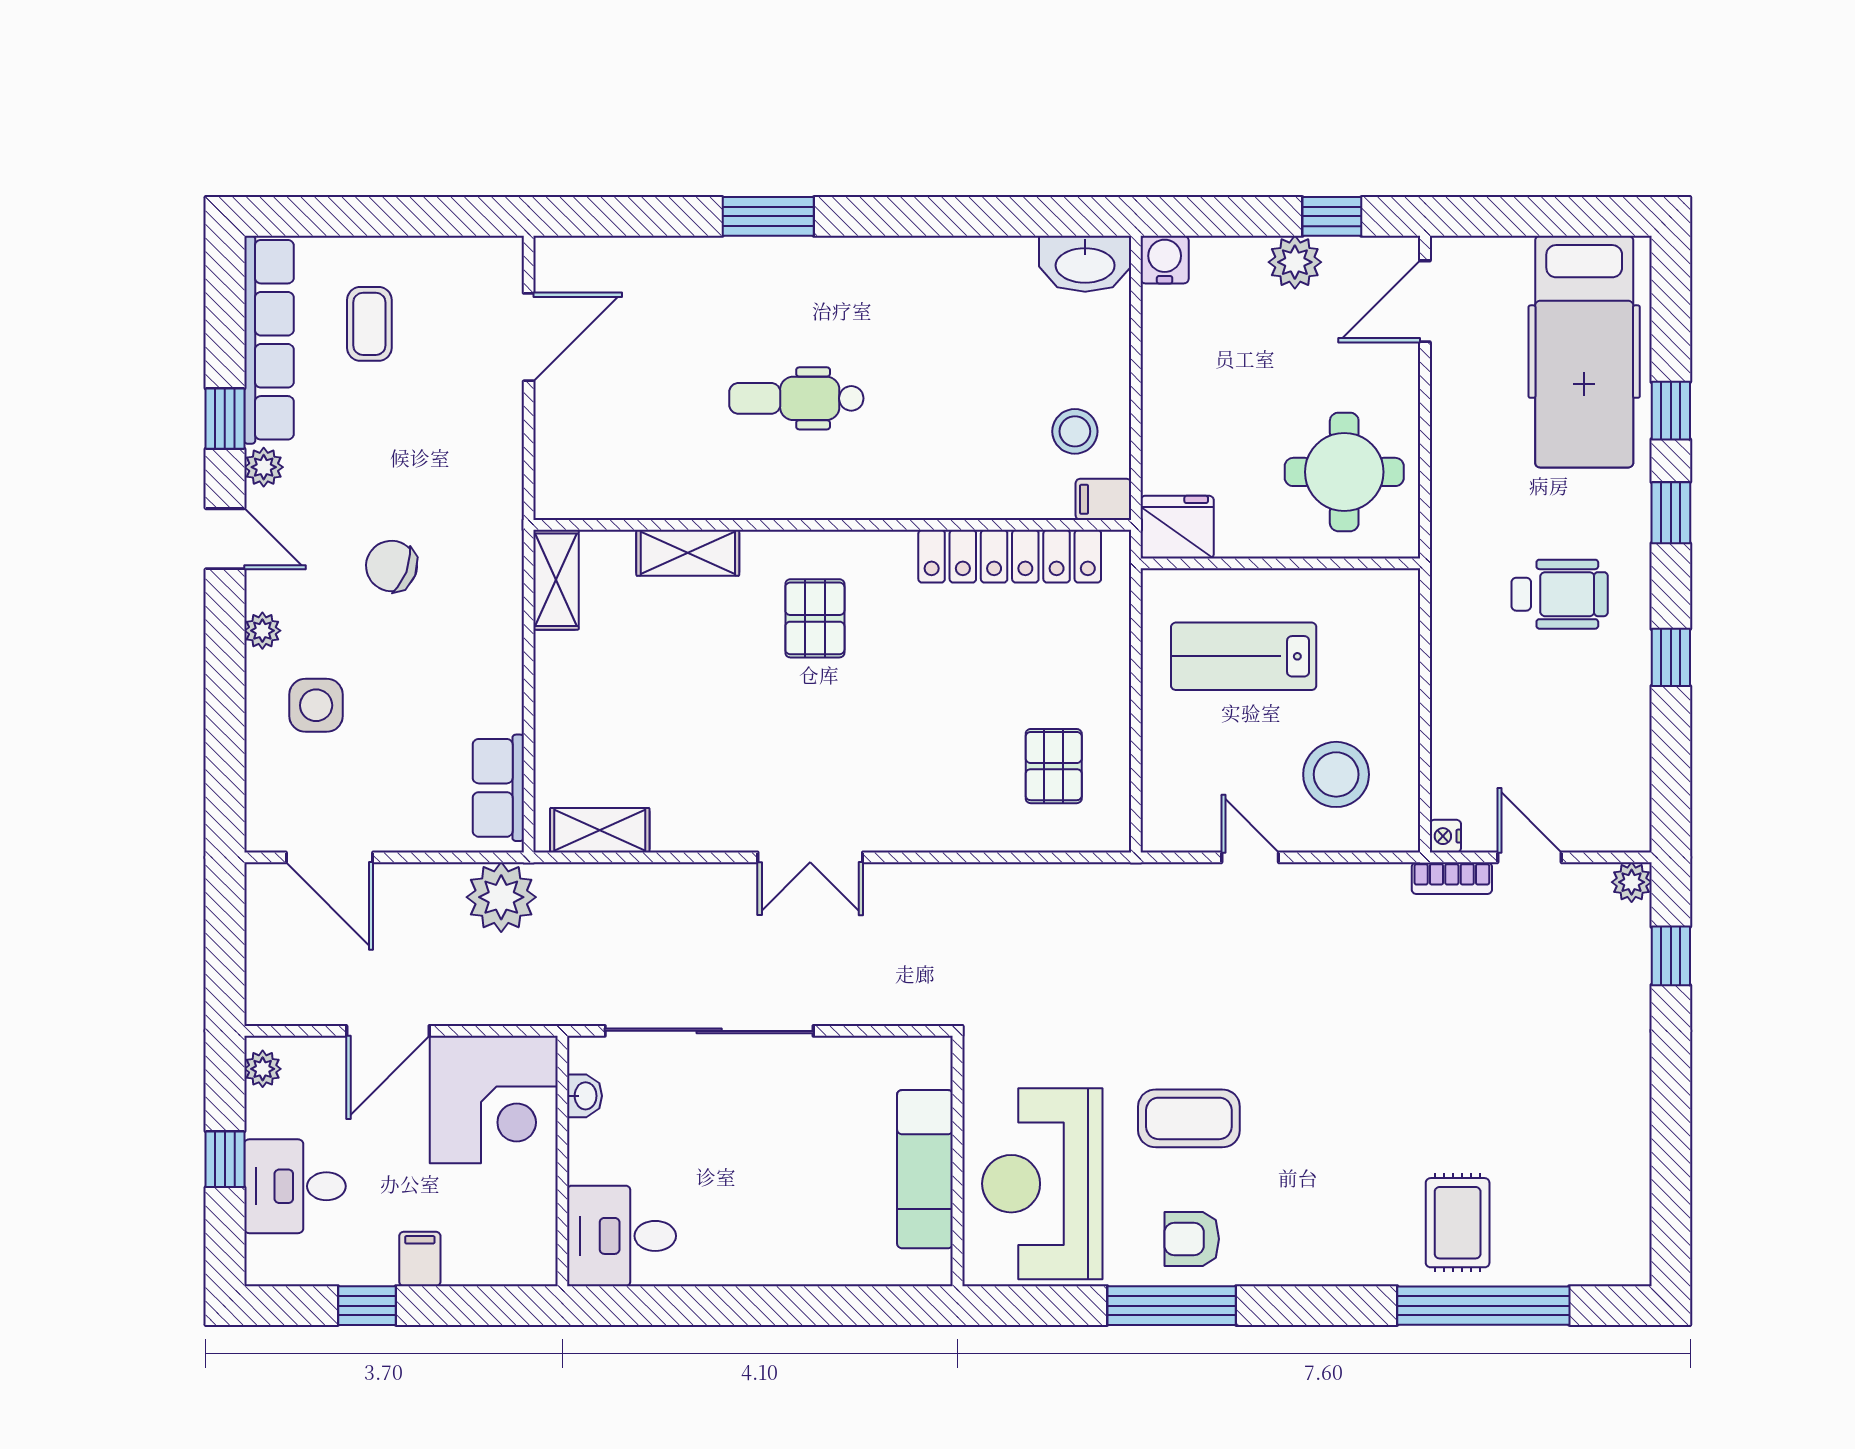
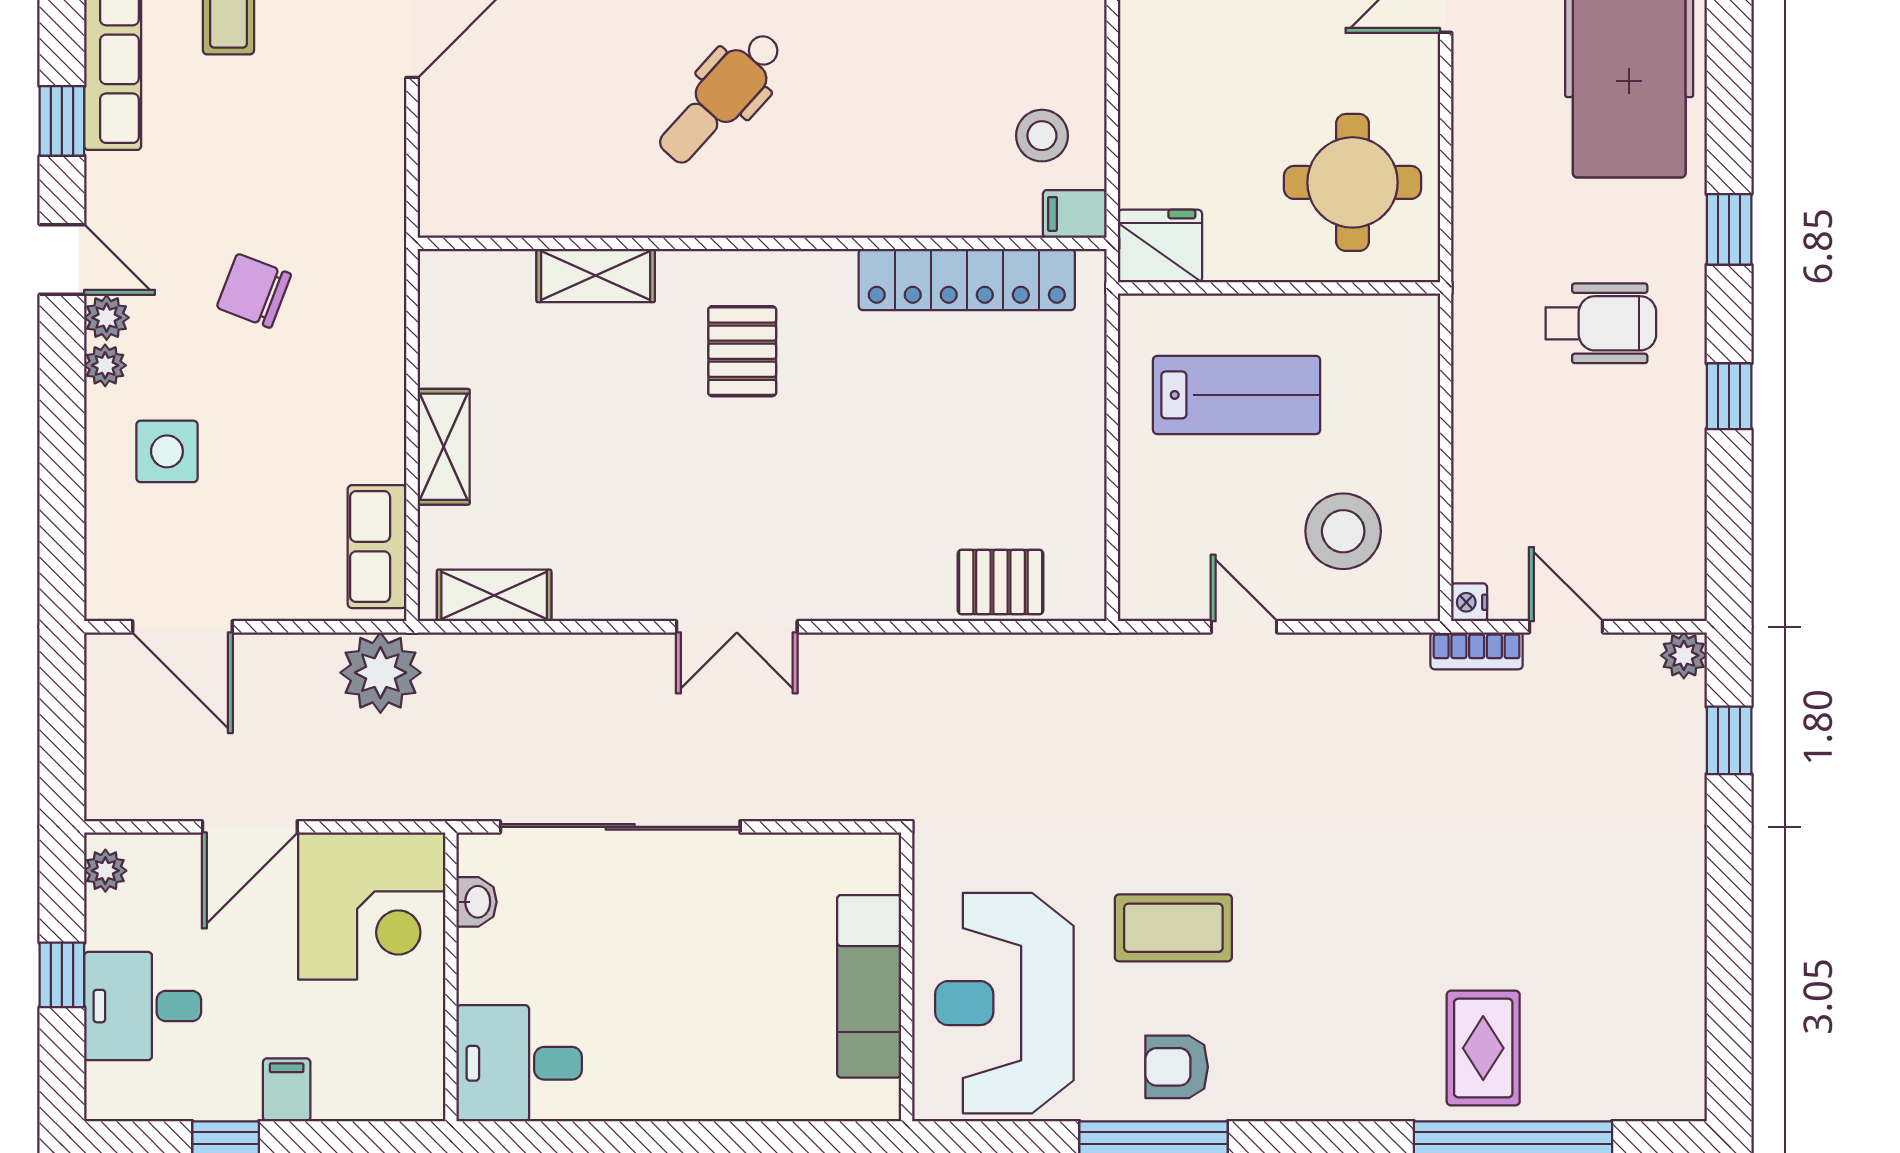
dental chair: (796, 398) -> (721, 98), turned -48
window: (1671, 411) -> (1729, 112), removed
plant: (264, 467) -> (107, 318), moved
shelving: (556, 580) -> (444, 447), moved
lab bench: (1244, 656) -> (1237, 395), turned 180
pallet: (1054, 766) -> (1001, 582), moved, turned 90

